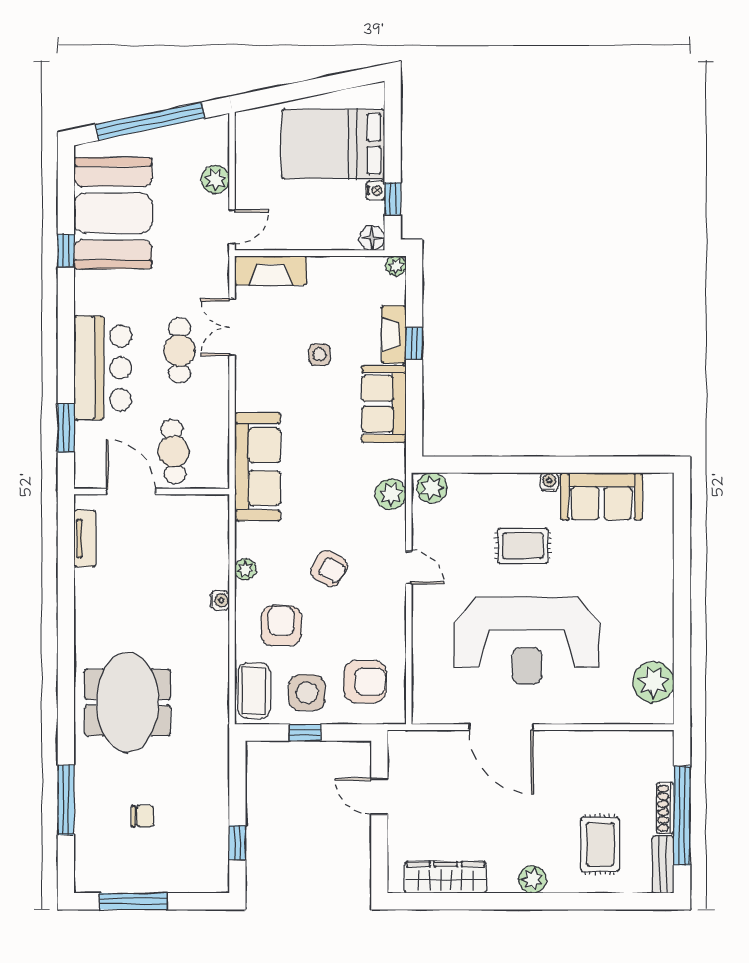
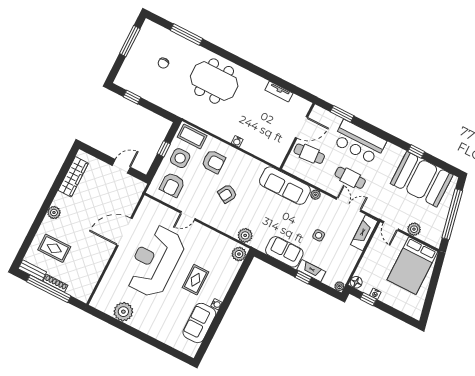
bed: (333, 144) -> (412, 266), moved, turned 180
tv unit: (85, 539) -> (279, 92), moved
door: (409, 568) -> (188, 216), moved
plant: (245, 569) -> (315, 195), moved
plant: (653, 682) -> (123, 312), moved

